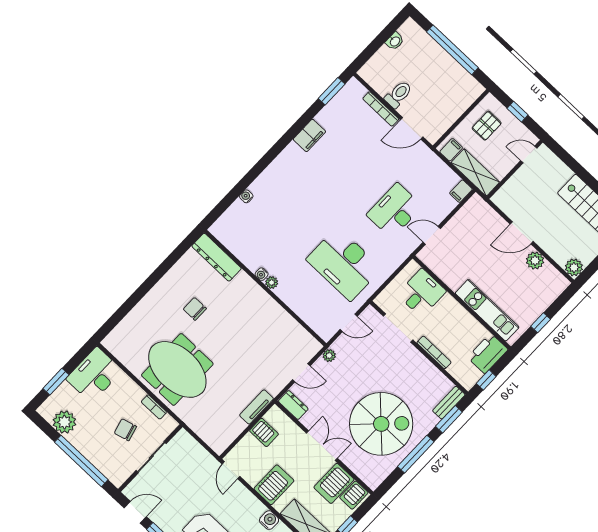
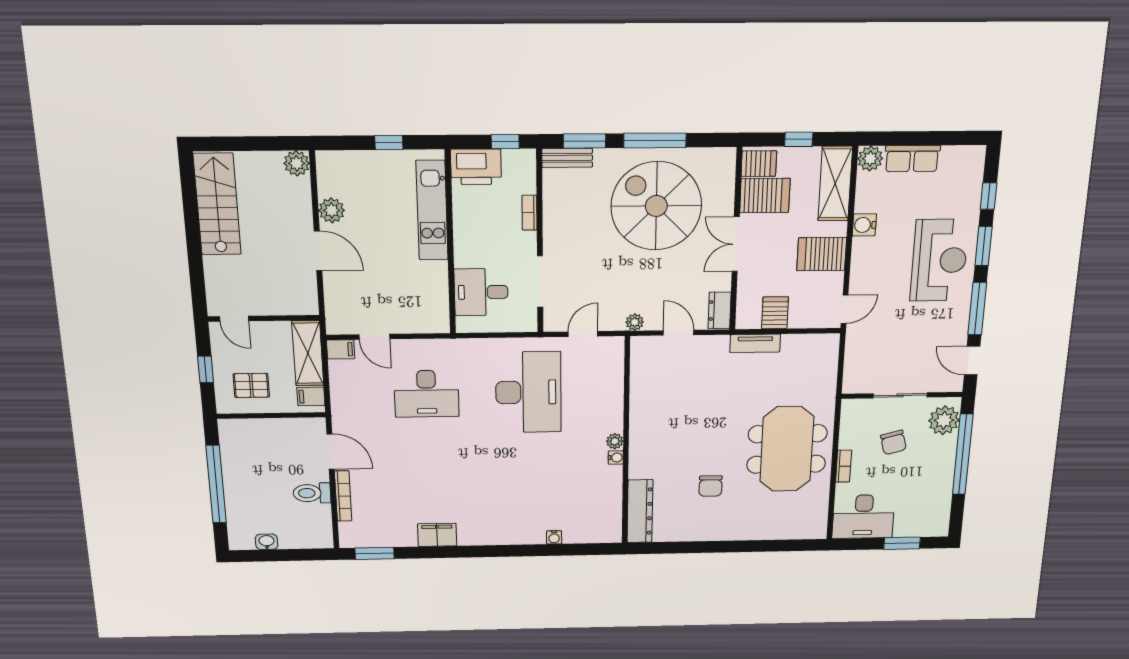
door: (432, 235) -> (374, 337), moved
door: (349, 323) -> (583, 334), hinge flipped
bookcase: (434, 352) -> (529, 213), width x0.64
bookcase: (154, 407) -> (844, 466), moved
plant: (64, 422) -> (944, 420), moved

